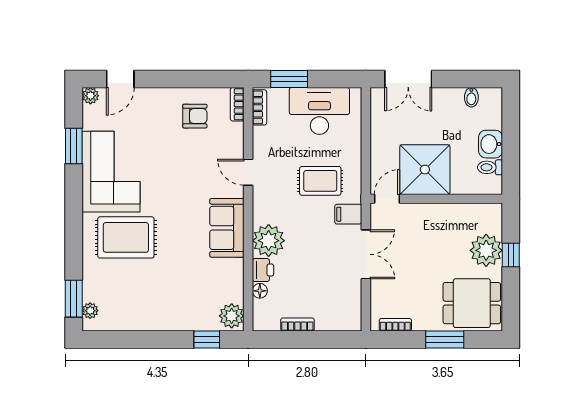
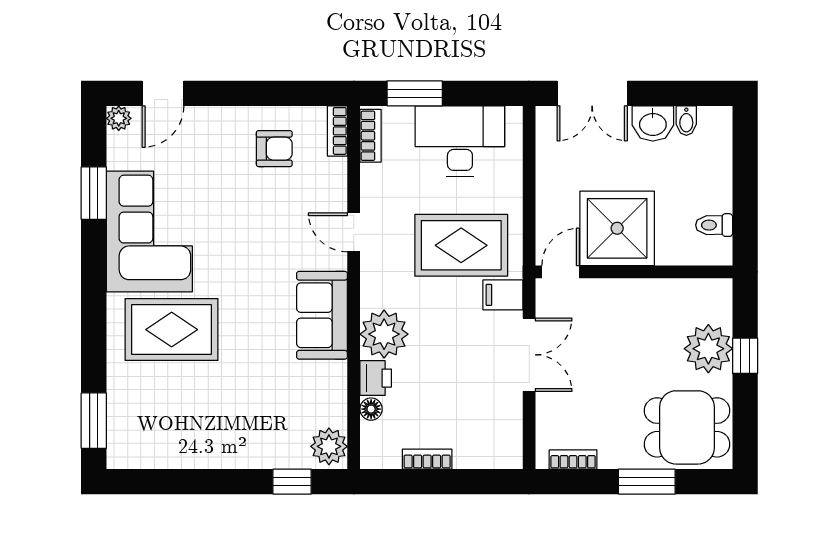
washbasin: (491, 144) -> (653, 123), moved, turned -90
rug: (320, 181) -> (461, 245), width x1.36, depth x1.43
plant: (90, 311) -> (118, 439), removed

